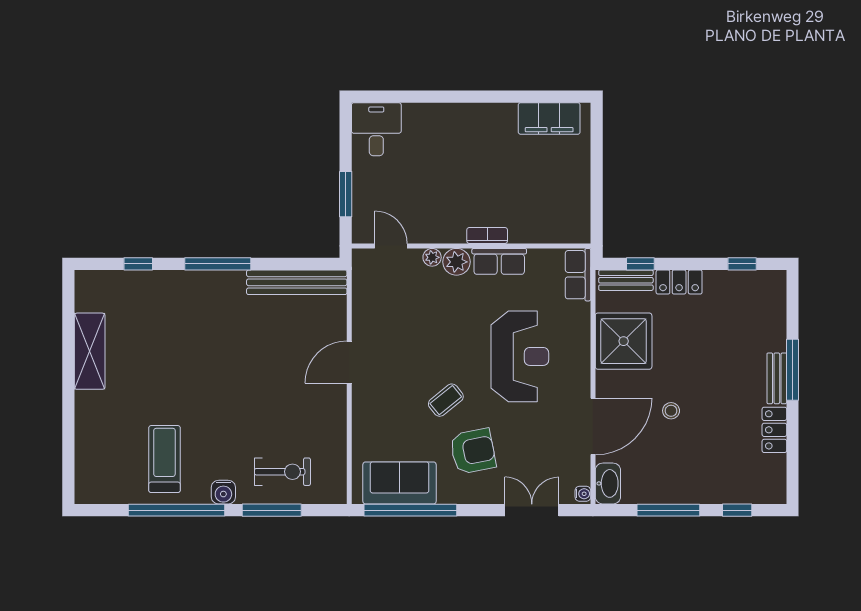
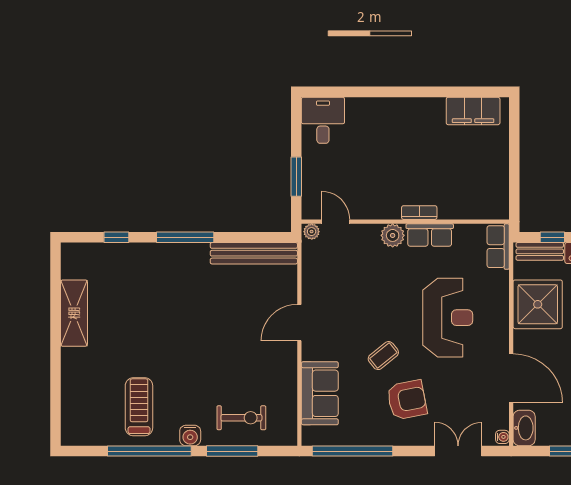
plant: (432, 257) -> (312, 232), moved
door: (593, 426) -> (511, 378), hinge flipped
sofa: (399, 483) -> (320, 393), moved, turned 90

